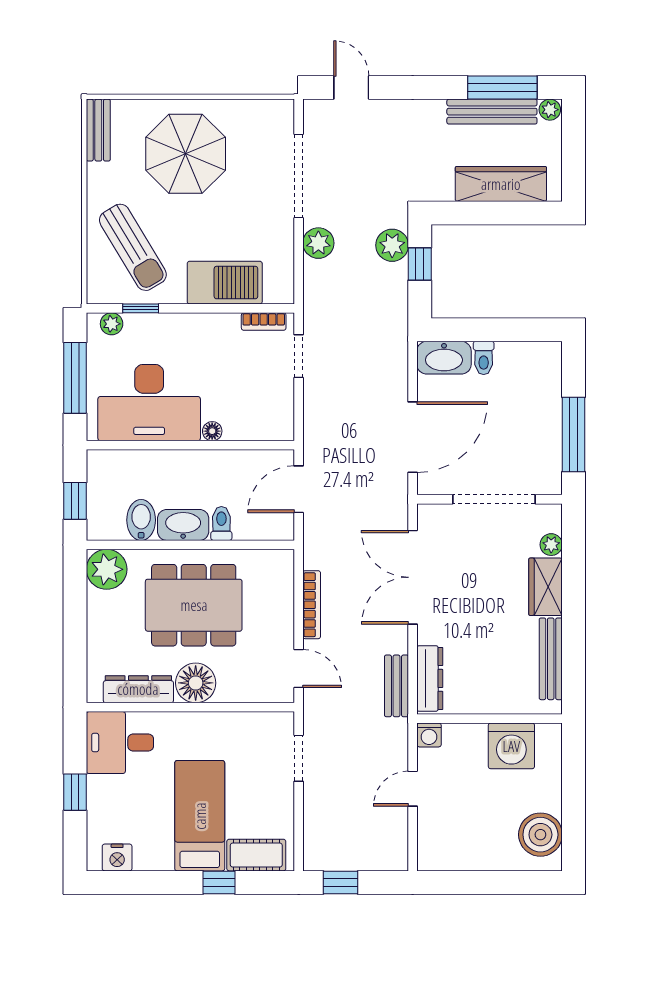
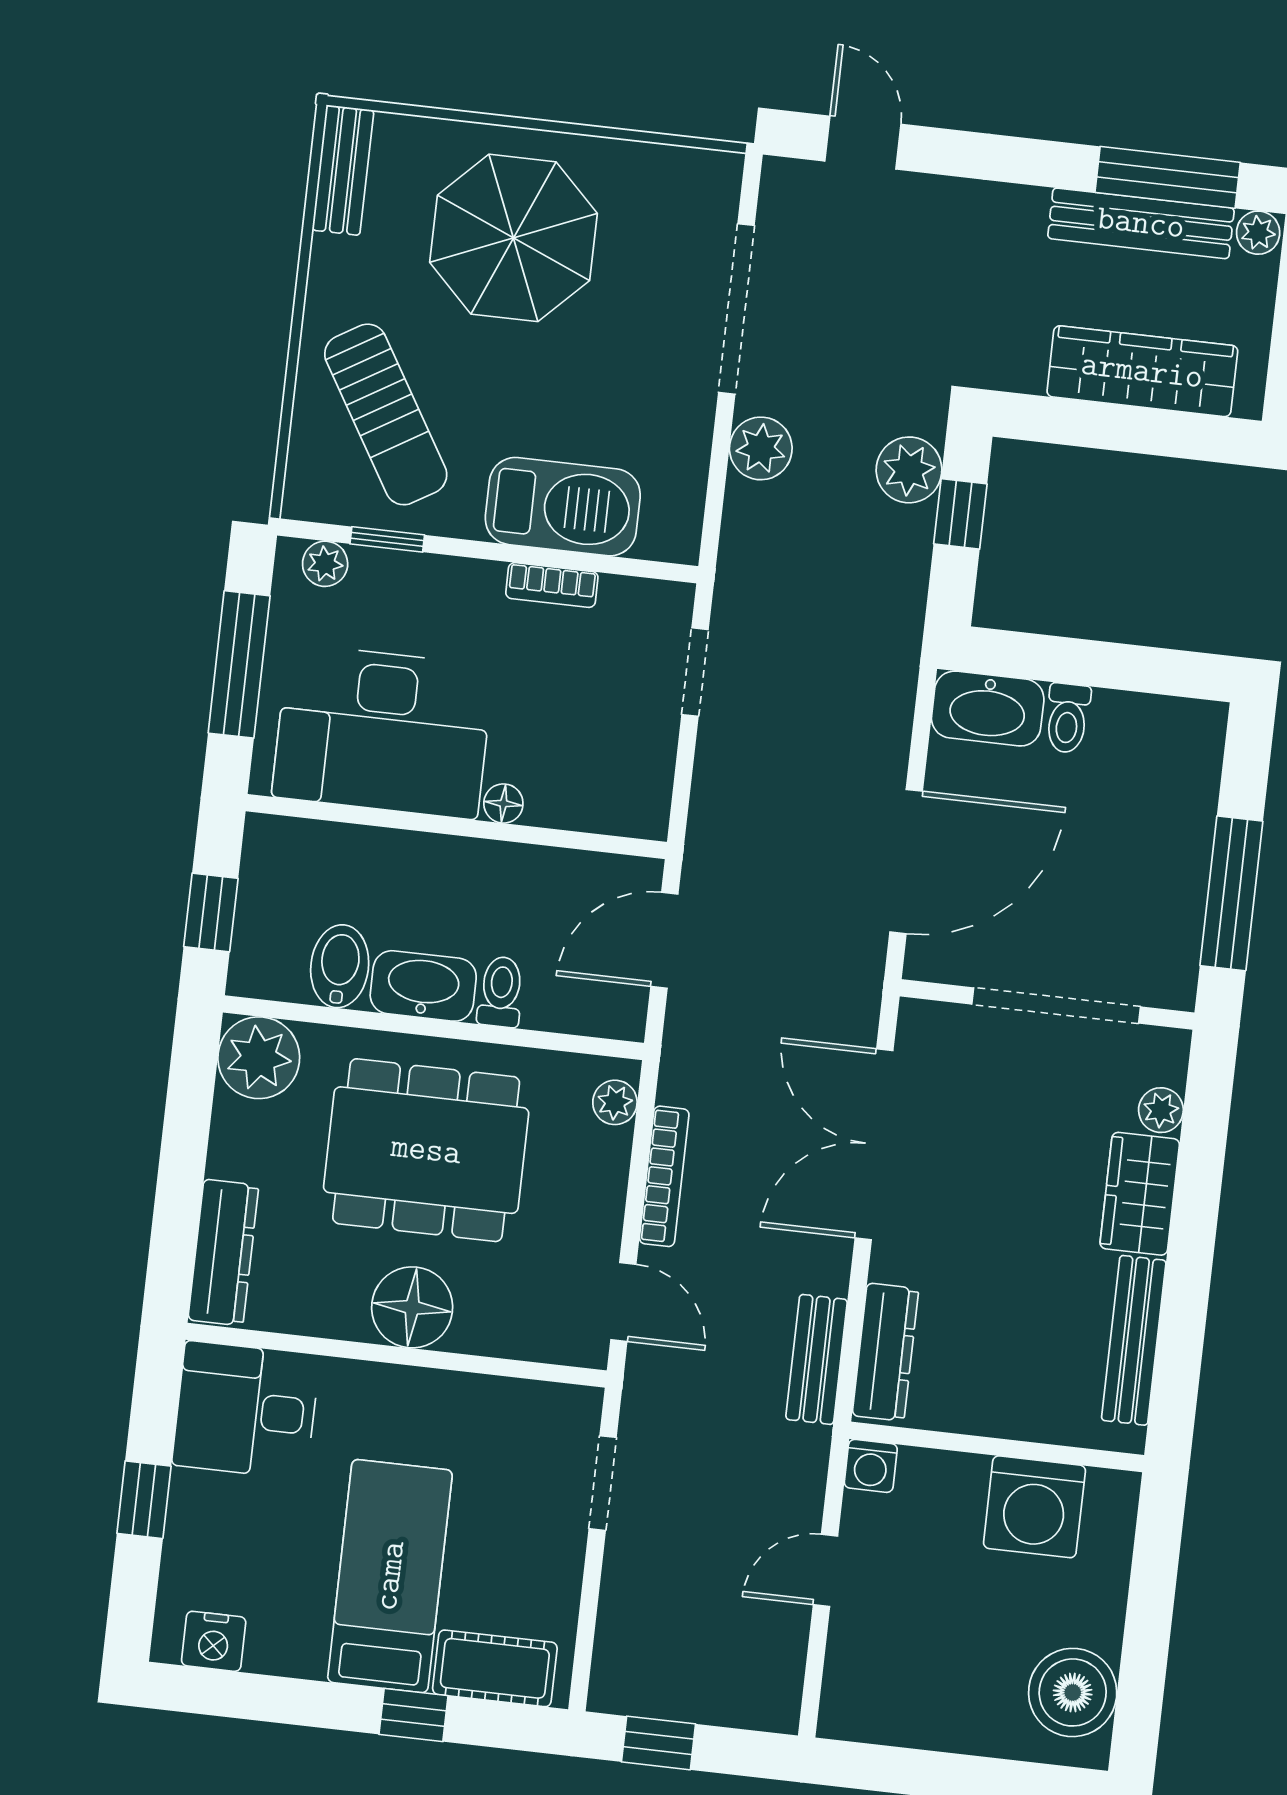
bookcase: (264, 322) -> (552, 585), moved
plant: (283, 571) -> (615, 1102), added
dresser: (138, 689) -> (223, 1252), moved, turned 90

